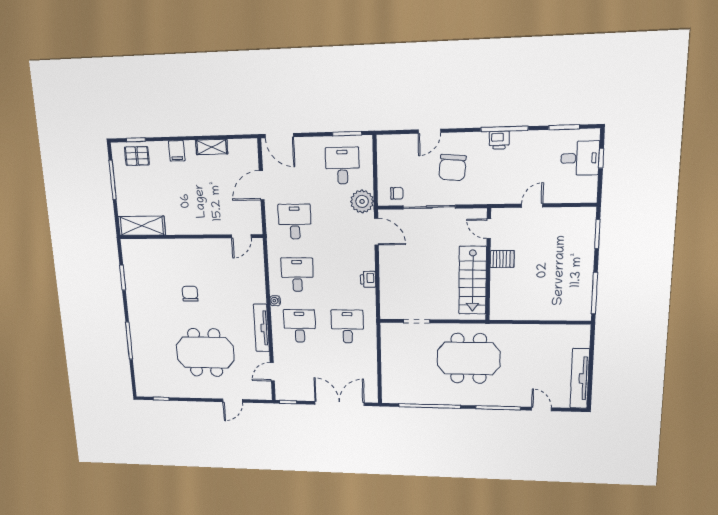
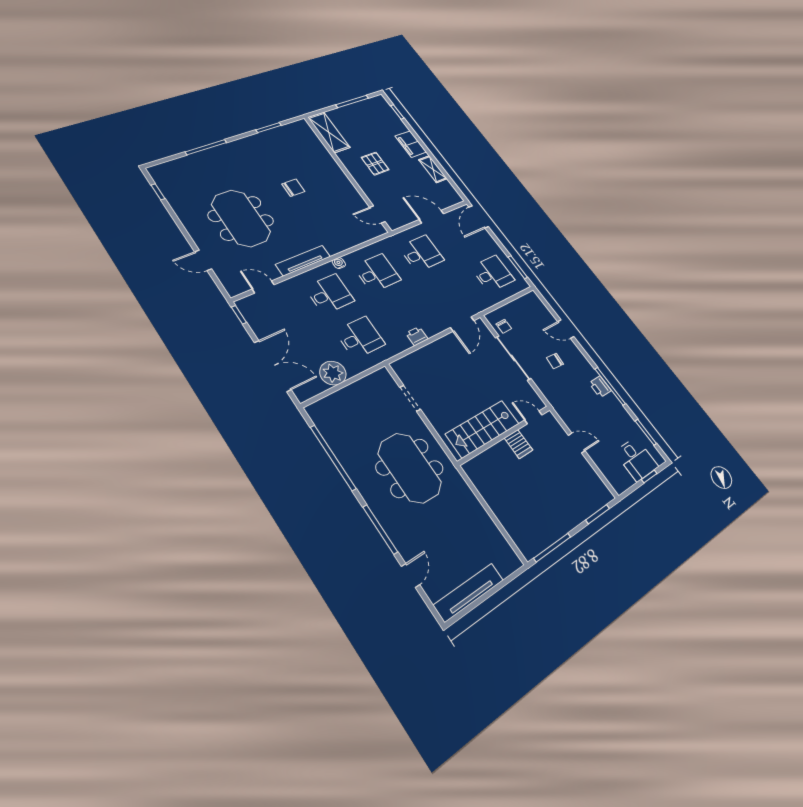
filing cabinet: (177, 151) -> (411, 144), width x2.00
pallet: (137, 156) -> (375, 164), moved
chair: (452, 167) -> (555, 361), width x0.54, depth x0.54
plant: (362, 201) -> (333, 373), moved
door: (489, 229) -> (533, 417), hinge flipped

